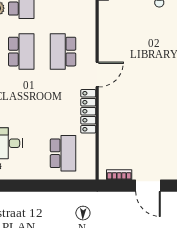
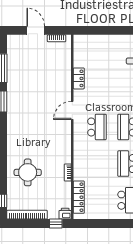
locker: (88, 111) -> (79, 78), width x0.66
school desk: (63, 153) -> (97, 54), removed

